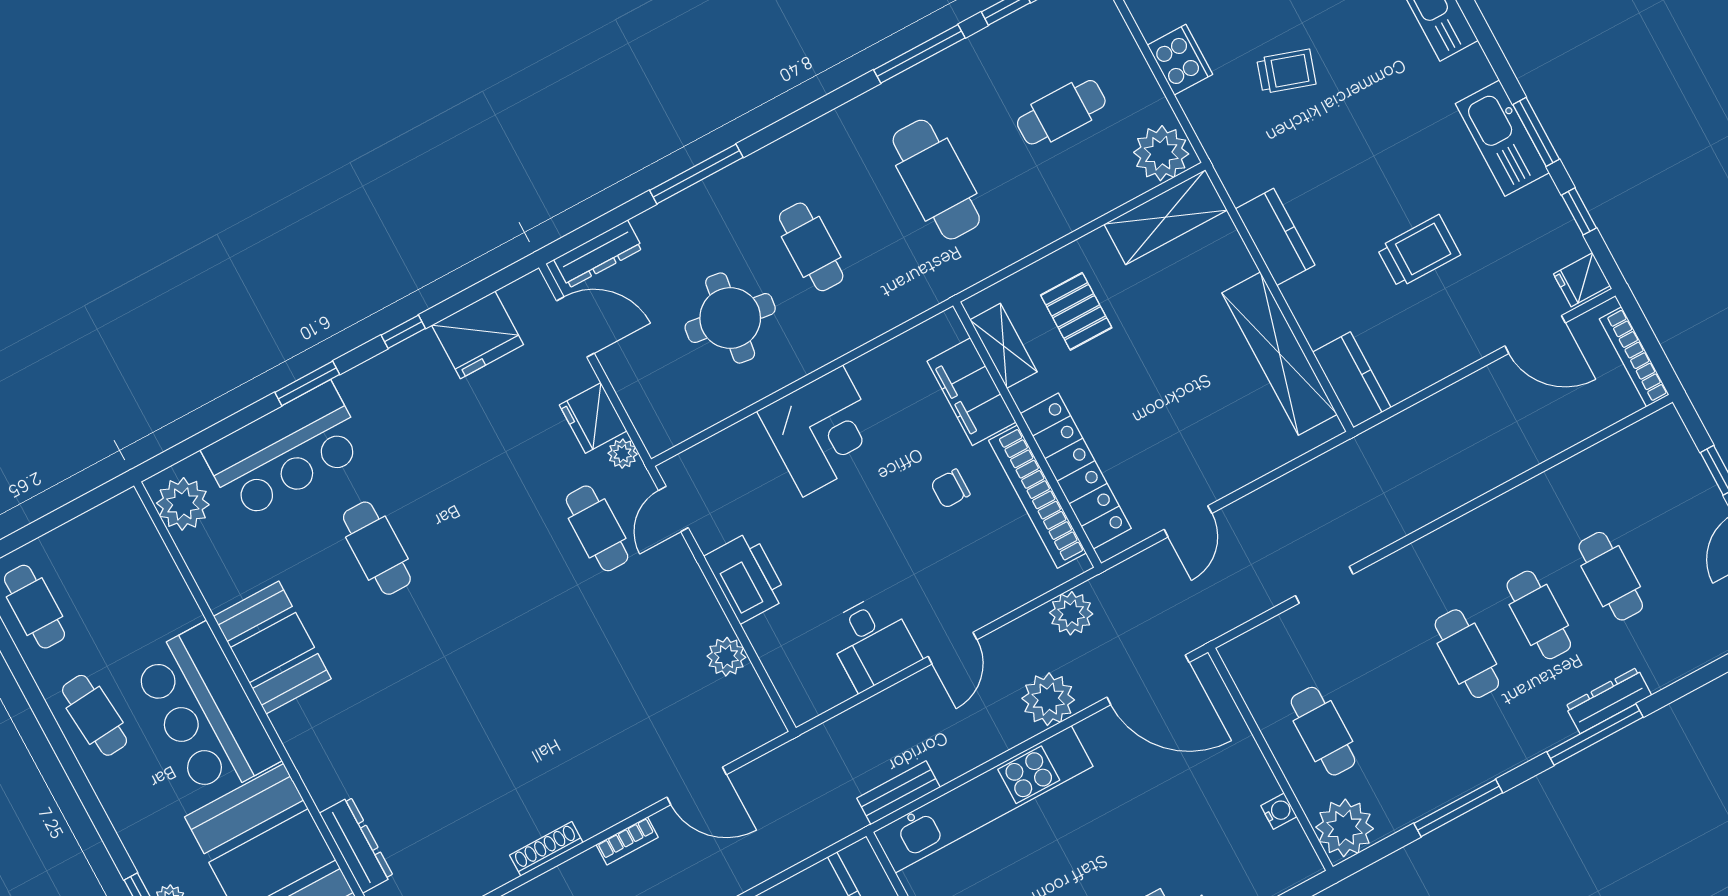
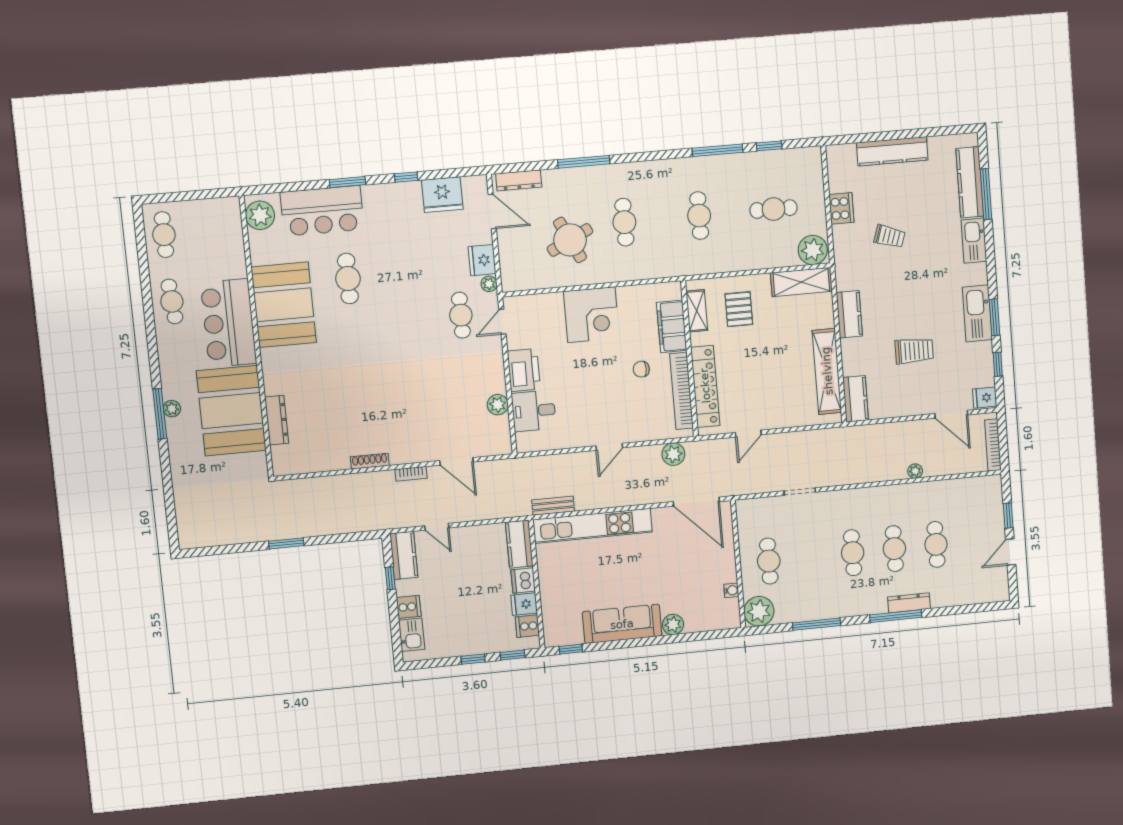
cafe table: (936, 180) -> (699, 216), width x0.73, depth x0.74
round table: (730, 318) -> (570, 240), turned -34
desk: (872, 642) -> (534, 411), moved, turned 90
booth: (272, 648) -> (284, 305), width x1.36, depth x1.42
plant: (1048, 699) -> (915, 471), moved, width x0.53, depth x0.53

